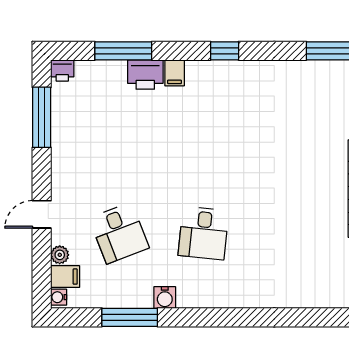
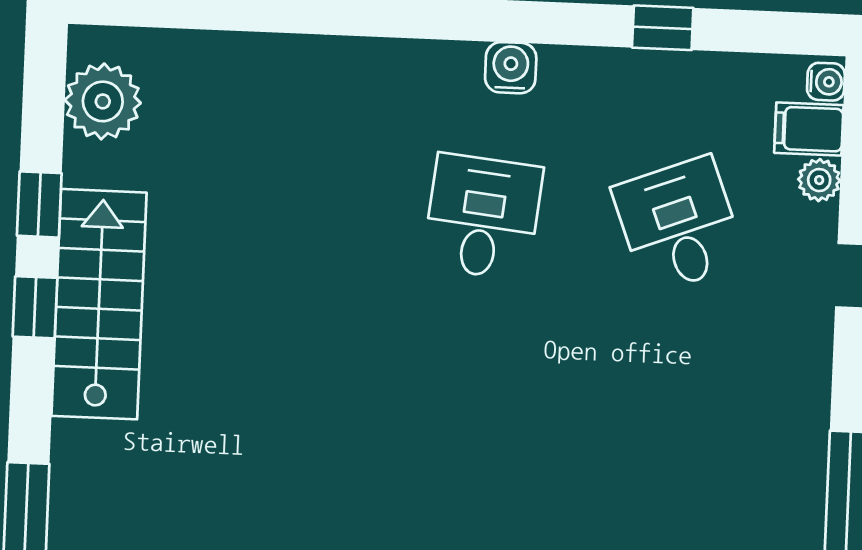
water cooler: (165, 298) -> (511, 68), moved
window: (130, 317) -> (663, 28), width x0.46

